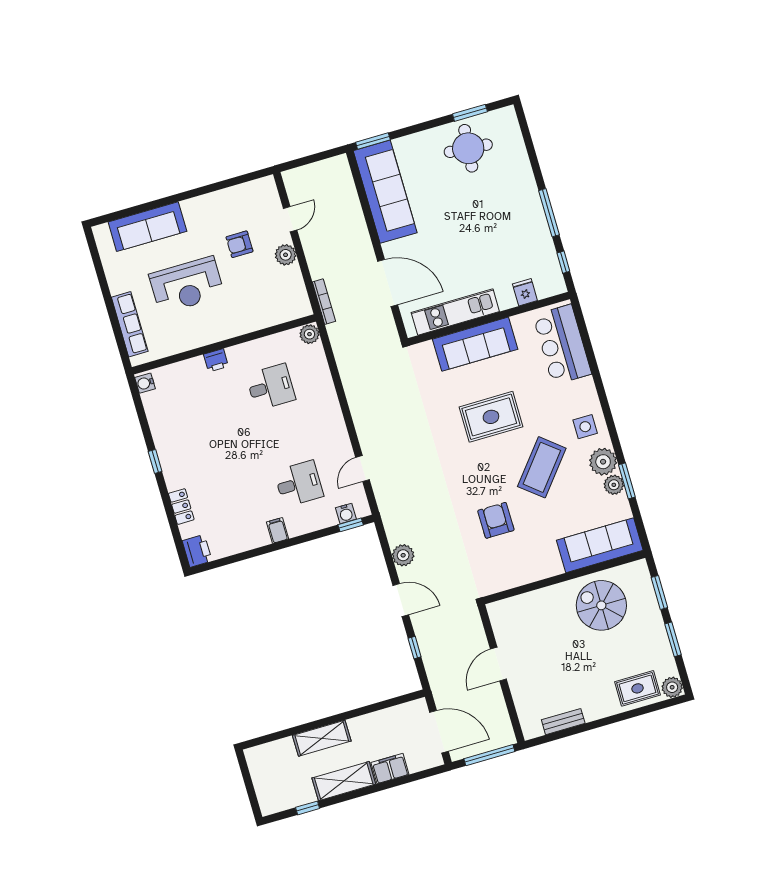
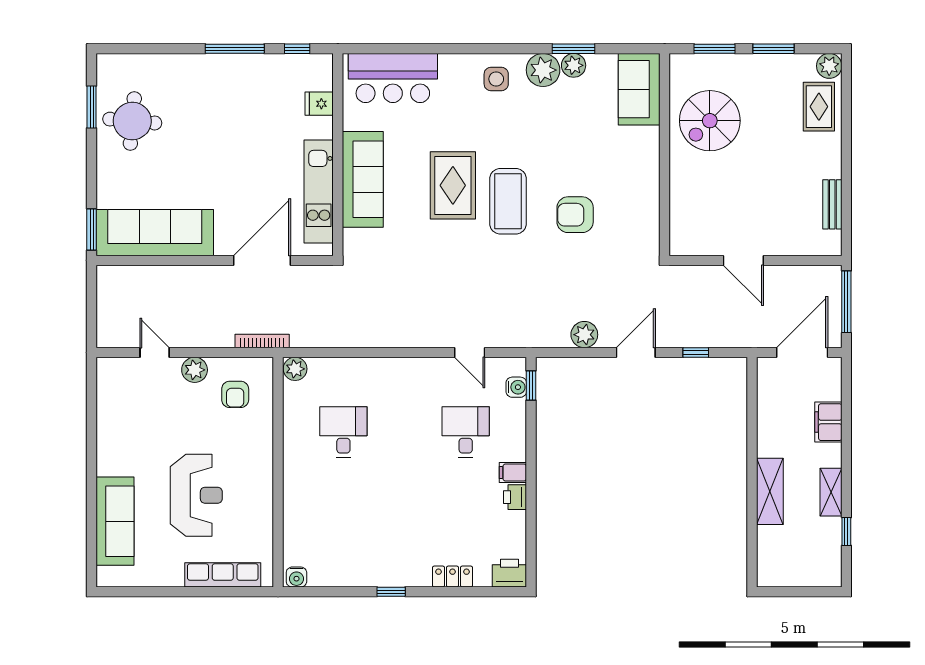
armchair: (239, 244) -> (235, 394), moved
printer: (216, 360) -> (515, 497), moved, turned 180
coffee table: (542, 467) -> (508, 201), moved, turned 51
sofa: (600, 545) -> (639, 89), width x0.73
shelving: (344, 781) -> (831, 492), width x0.67, depth x0.75

